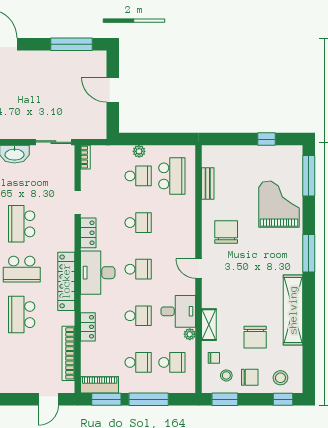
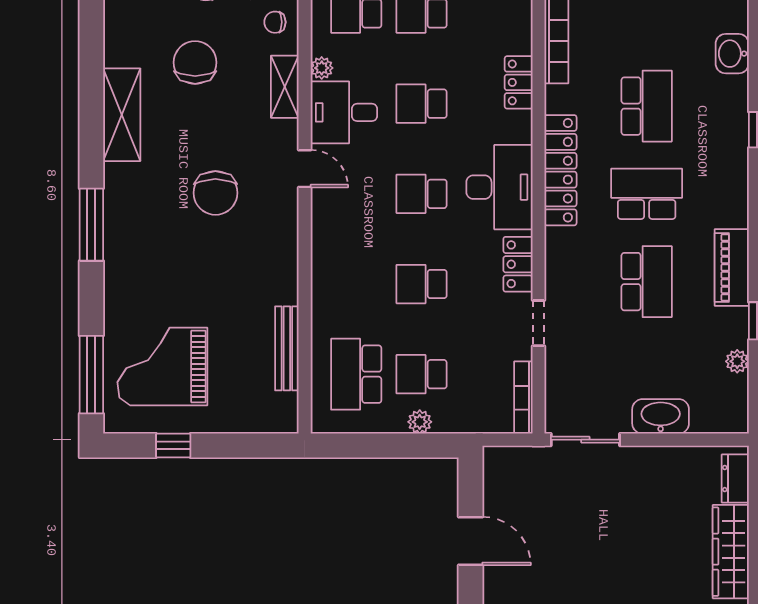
bookcase: (85, 157) -> (523, 398), width x1.56
bench: (208, 183) -> (287, 348), width x1.36
grand piano: (279, 204) -> (162, 366), moved, turned 90
chair: (226, 232) -> (215, 193), moved
door: (199, 269) -> (305, 169), moved
shelving: (293, 310) -> (122, 115), width x0.68

